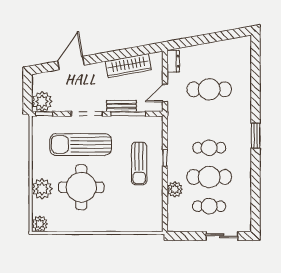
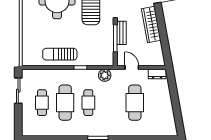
wardrobe: (128, 66) -> (151, 25), moved
sun lounger: (139, 164) -> (60, 54), moved
plant: (175, 189) -> (105, 75), moved
sliding door: (222, 236) -> (18, 91), moved

